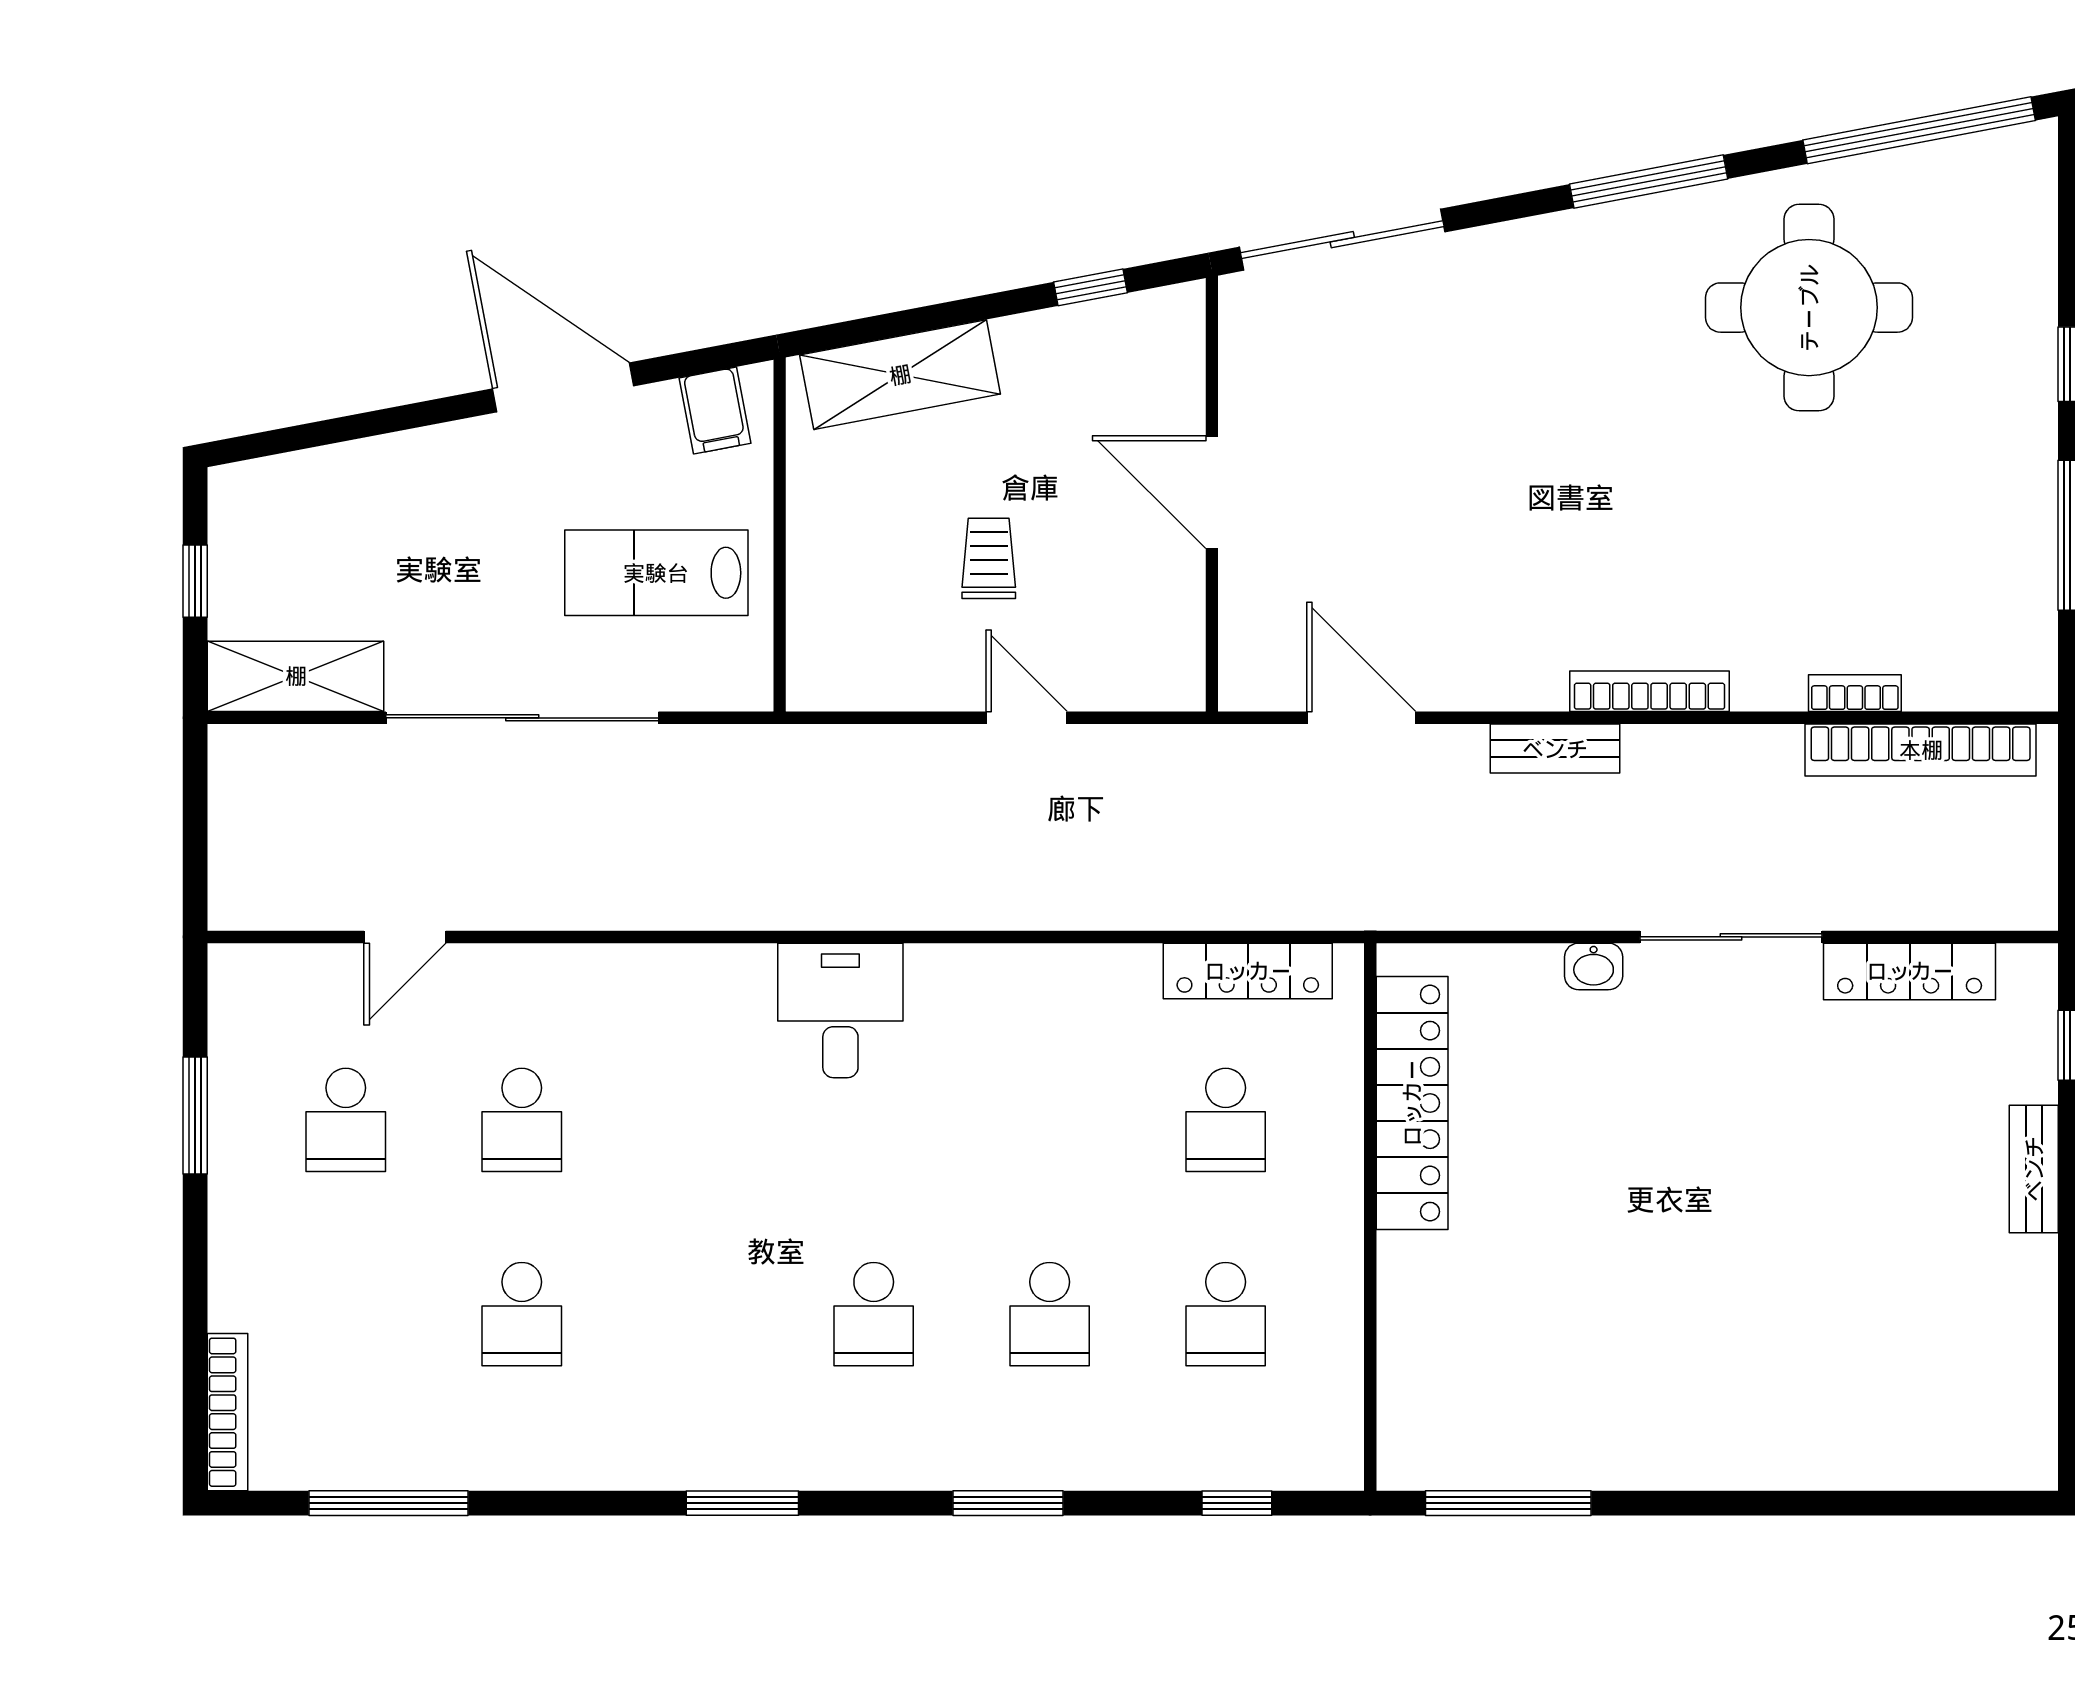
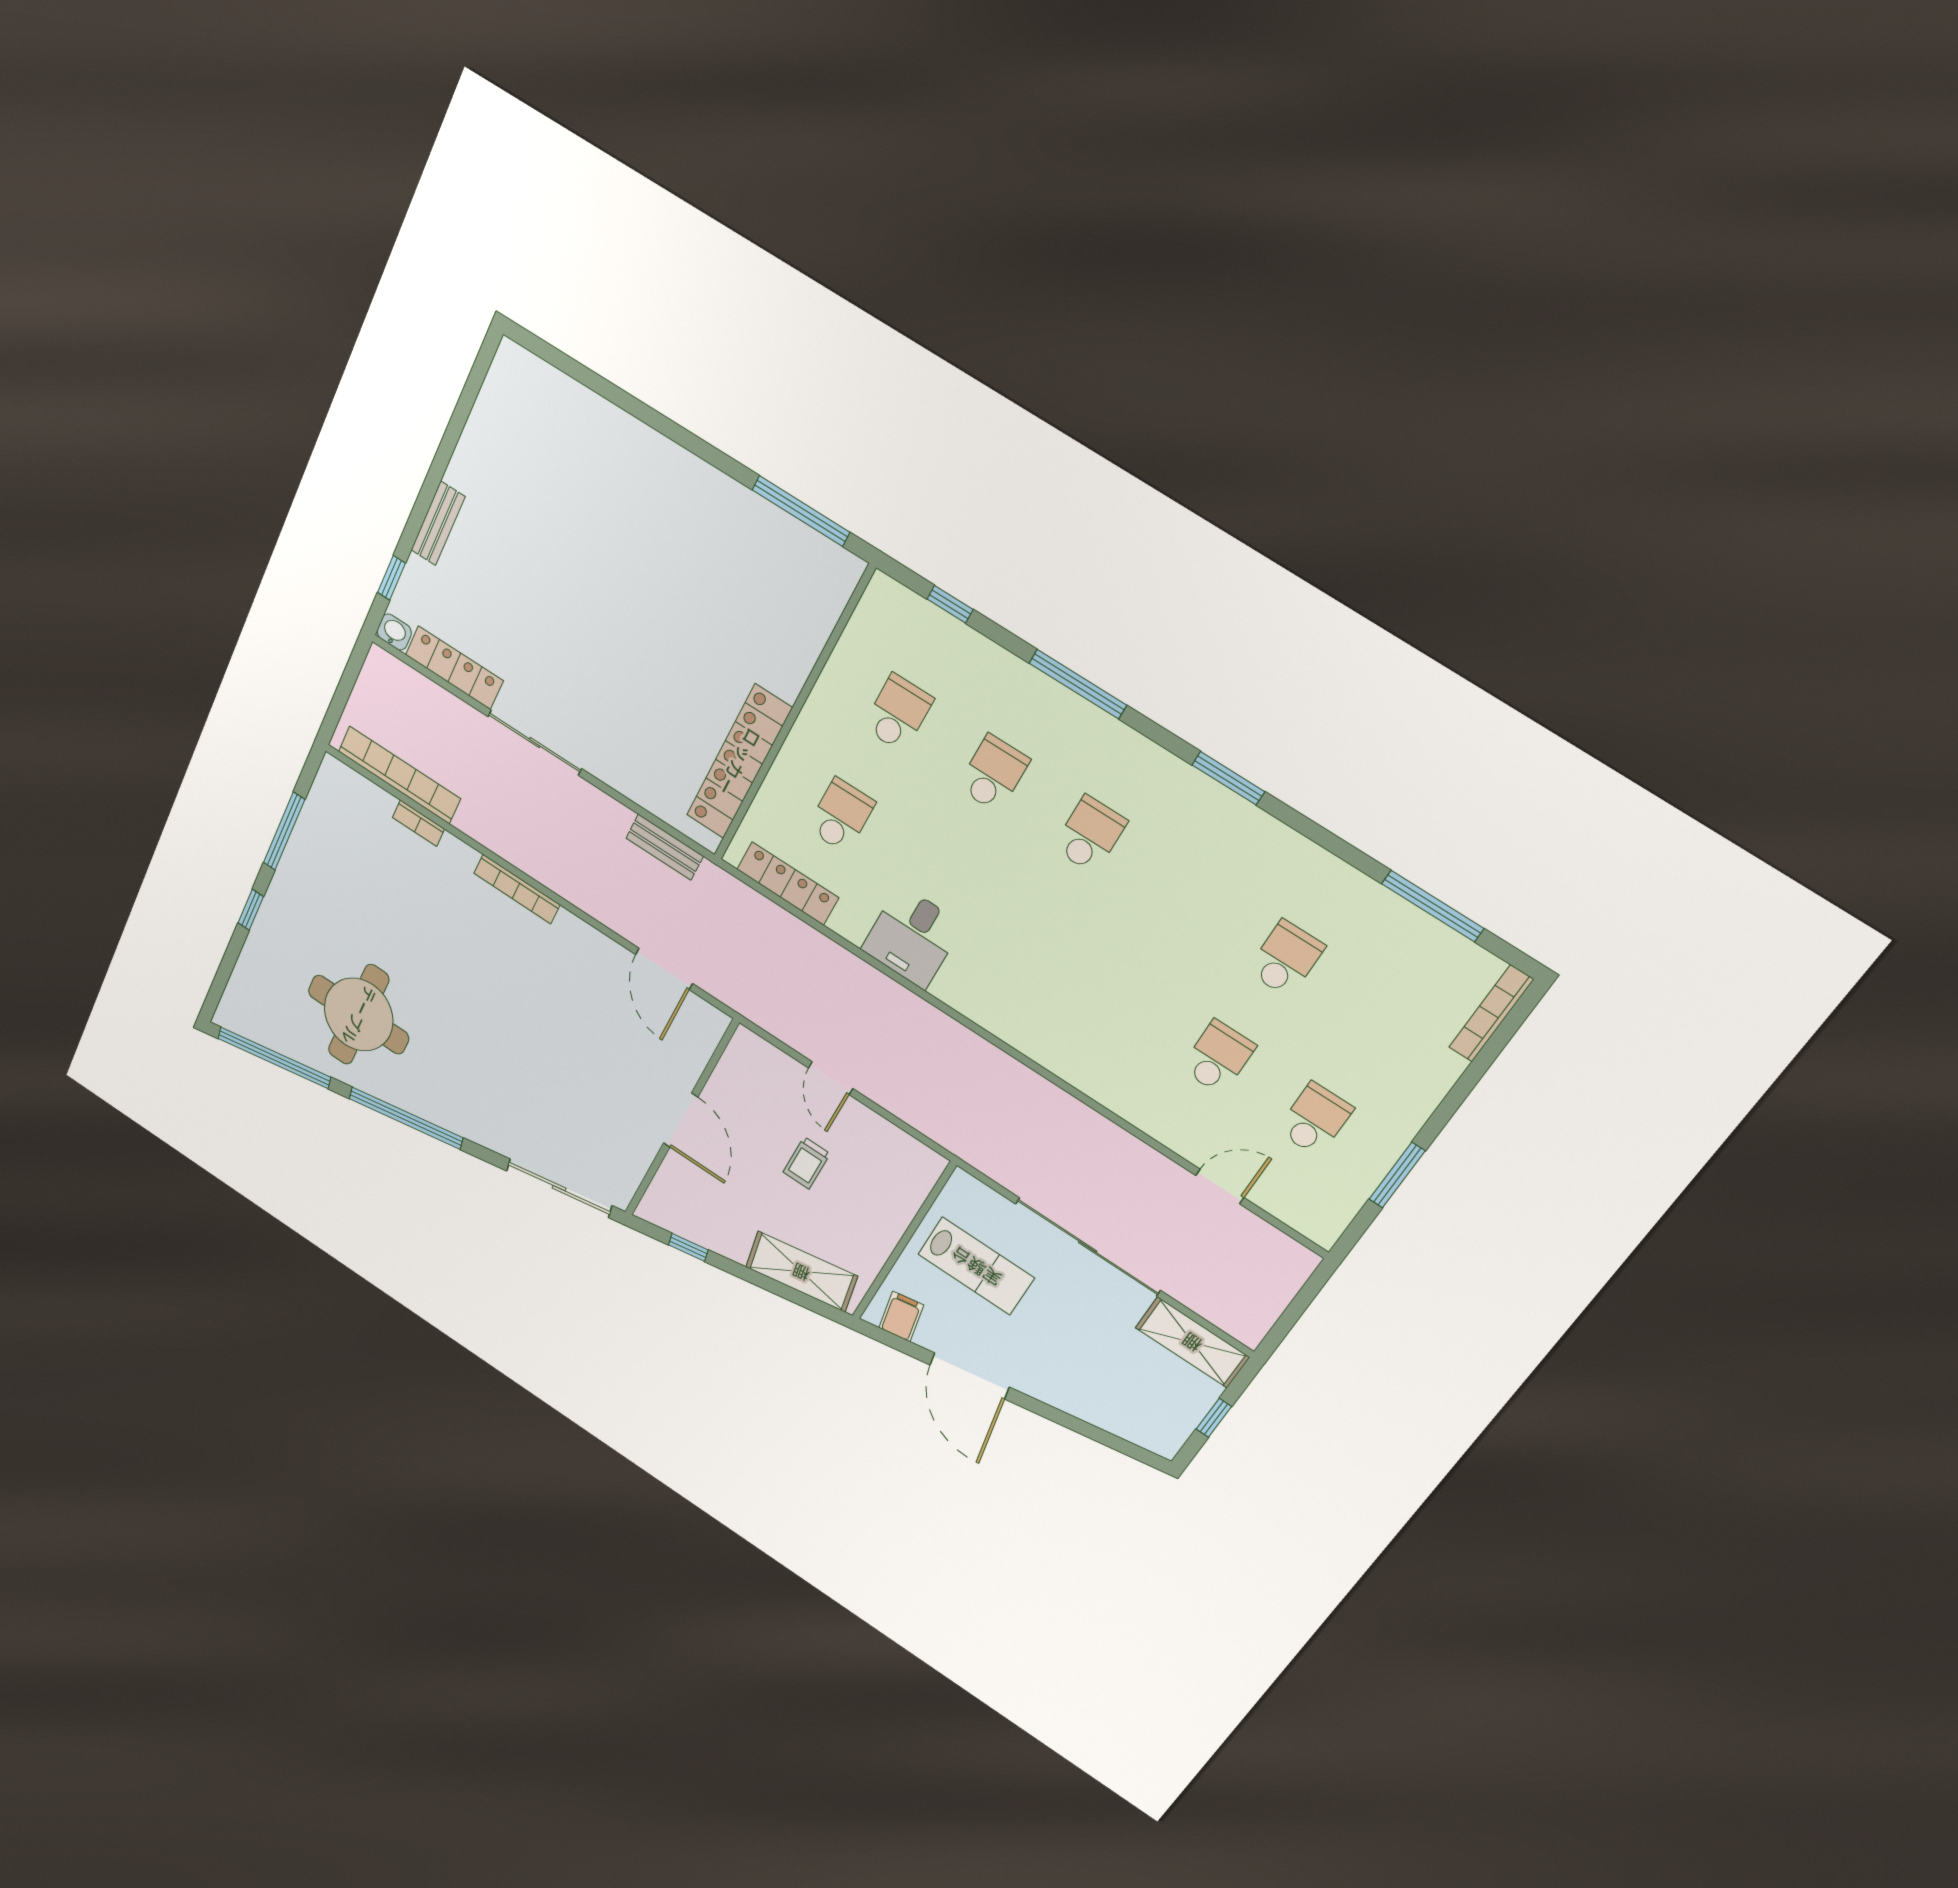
window: (1649, 182) -> (406, 1118), width x1.46
bench: (1555, 749) -> (665, 847), moved
washbasin: (1594, 966) -> (394, 632), moved
desk: (840, 1010) -> (912, 937), moved
window: (1008, 1503) -> (1078, 684), width x1.44

